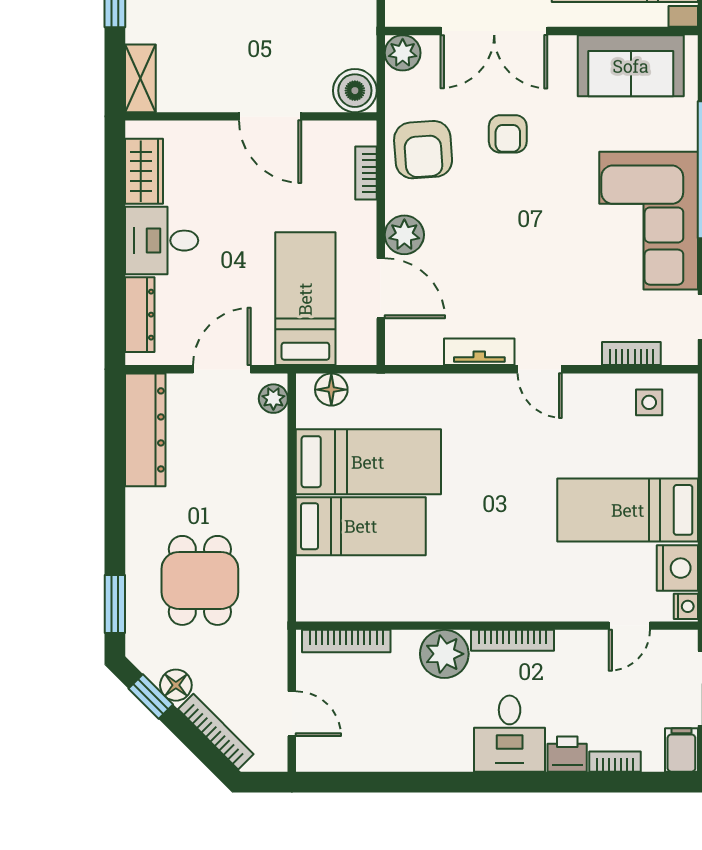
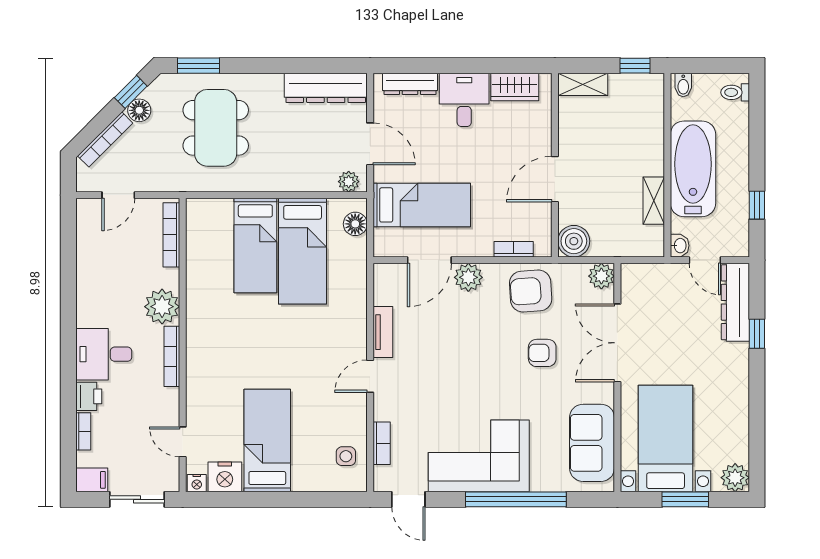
dining table: (200, 580) -> (216, 128), width x1.37

